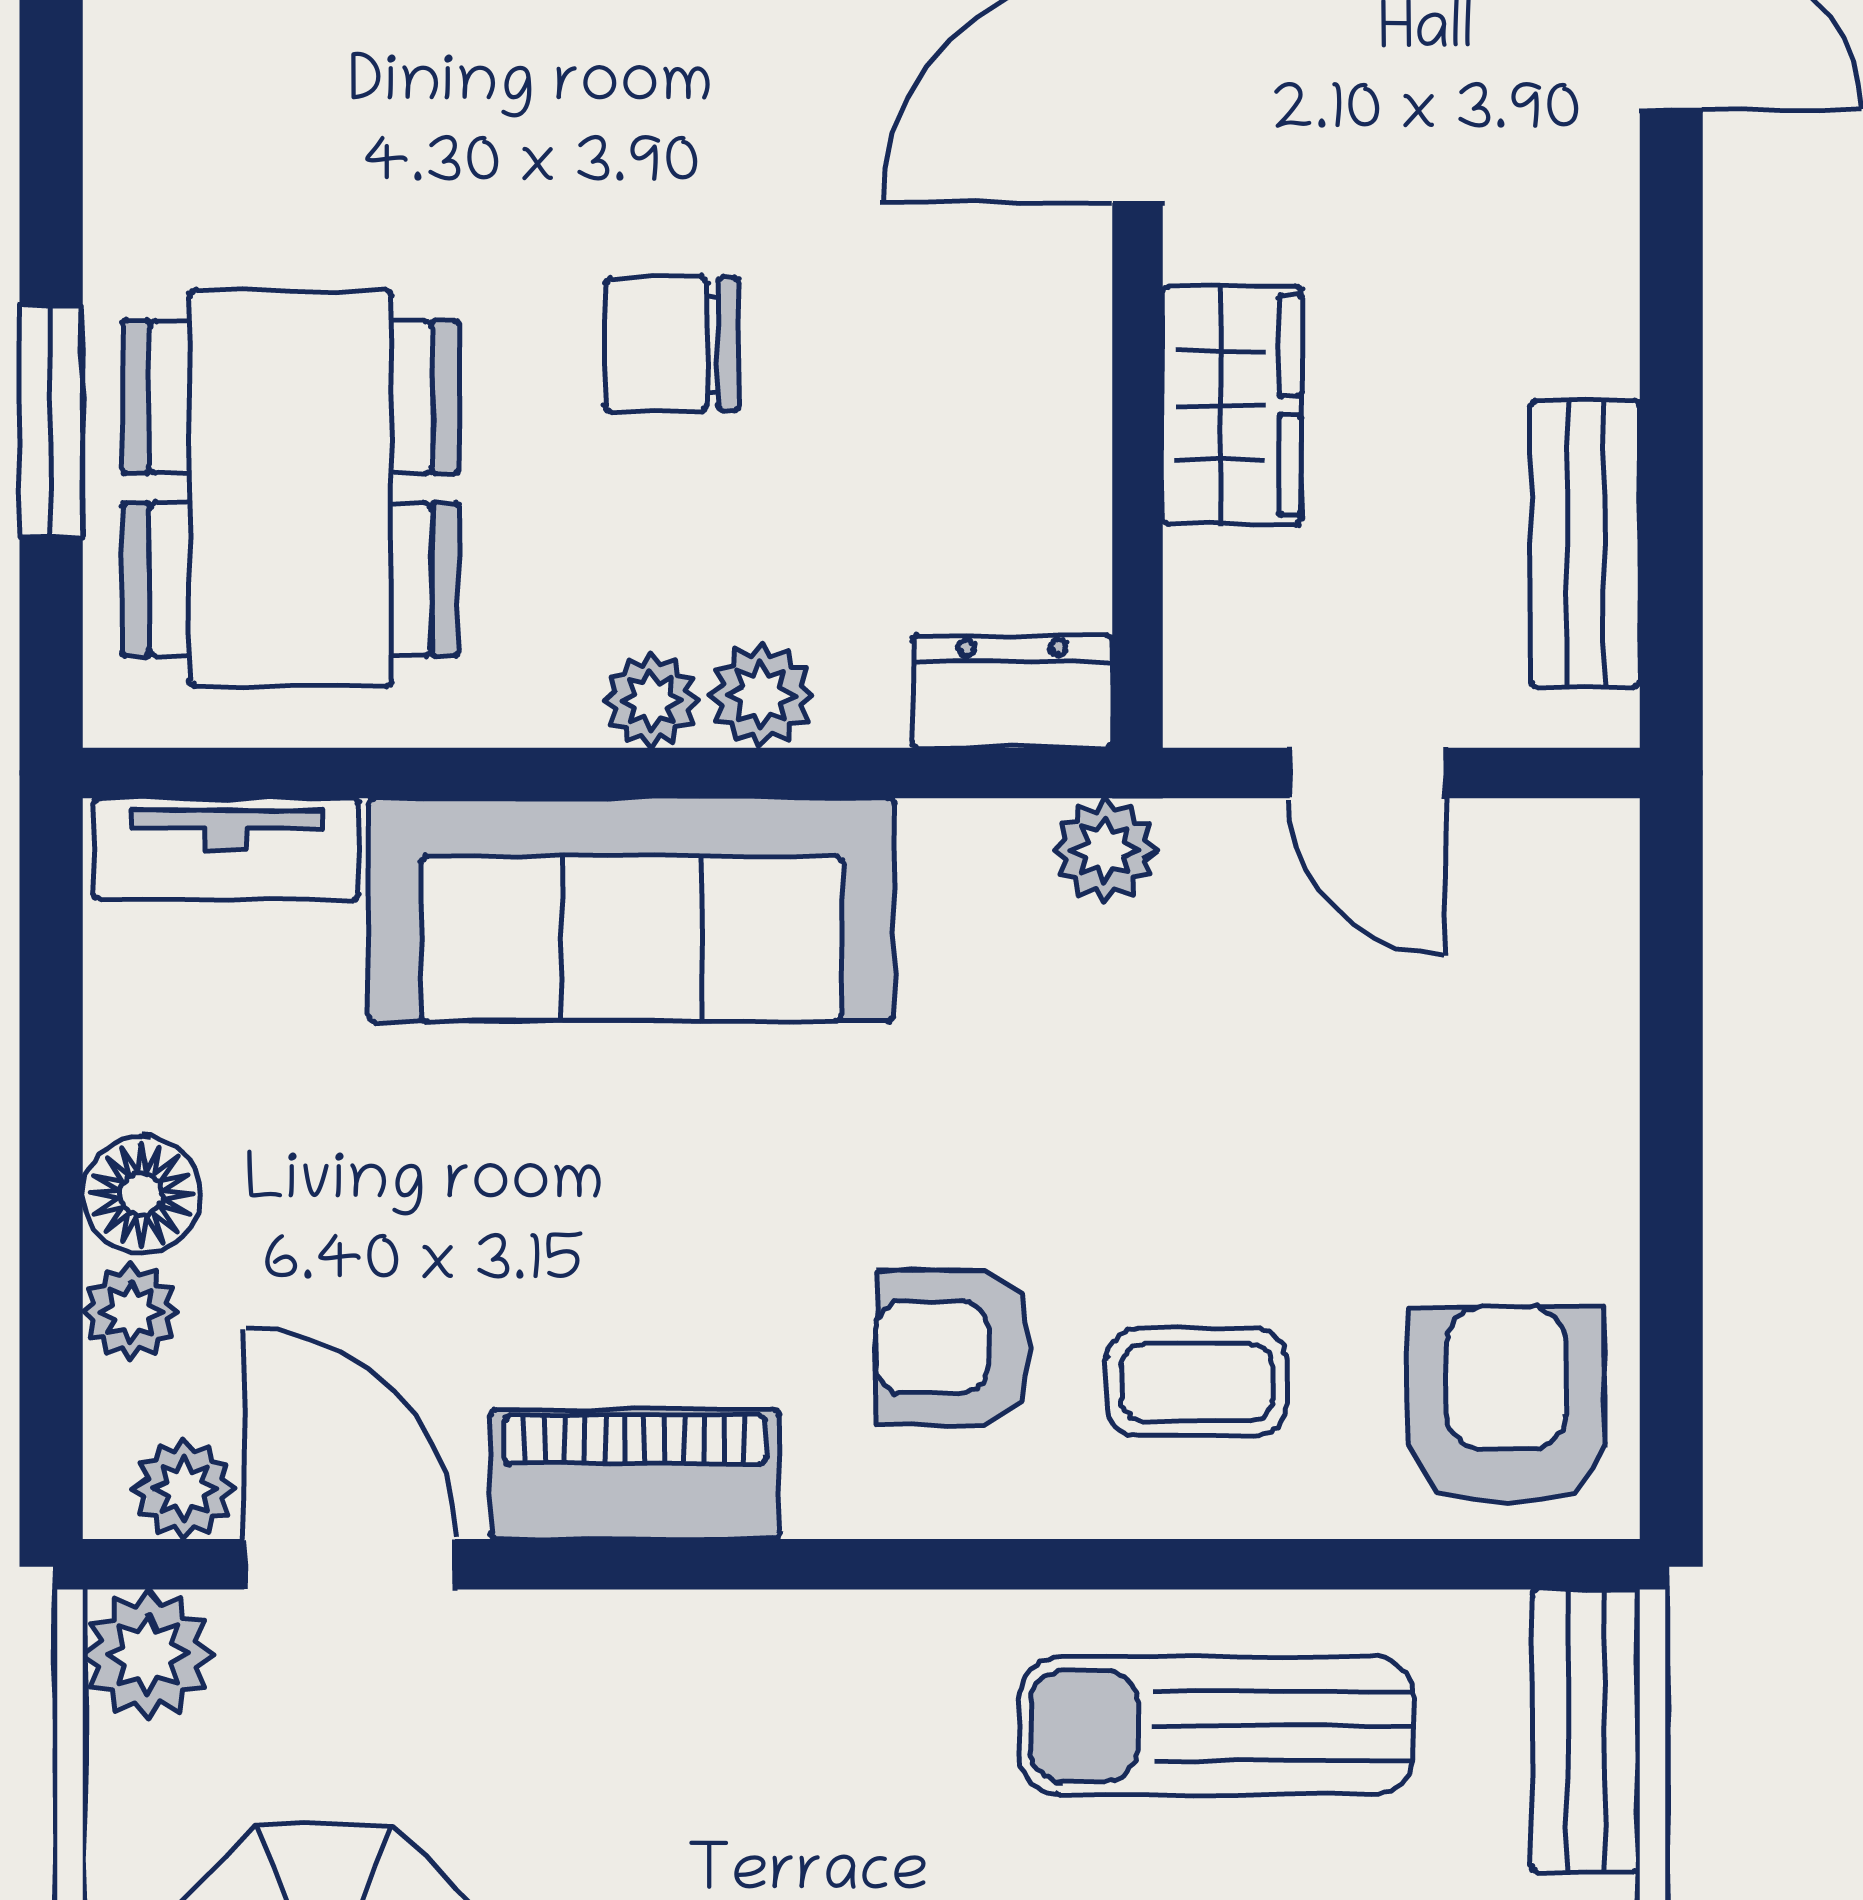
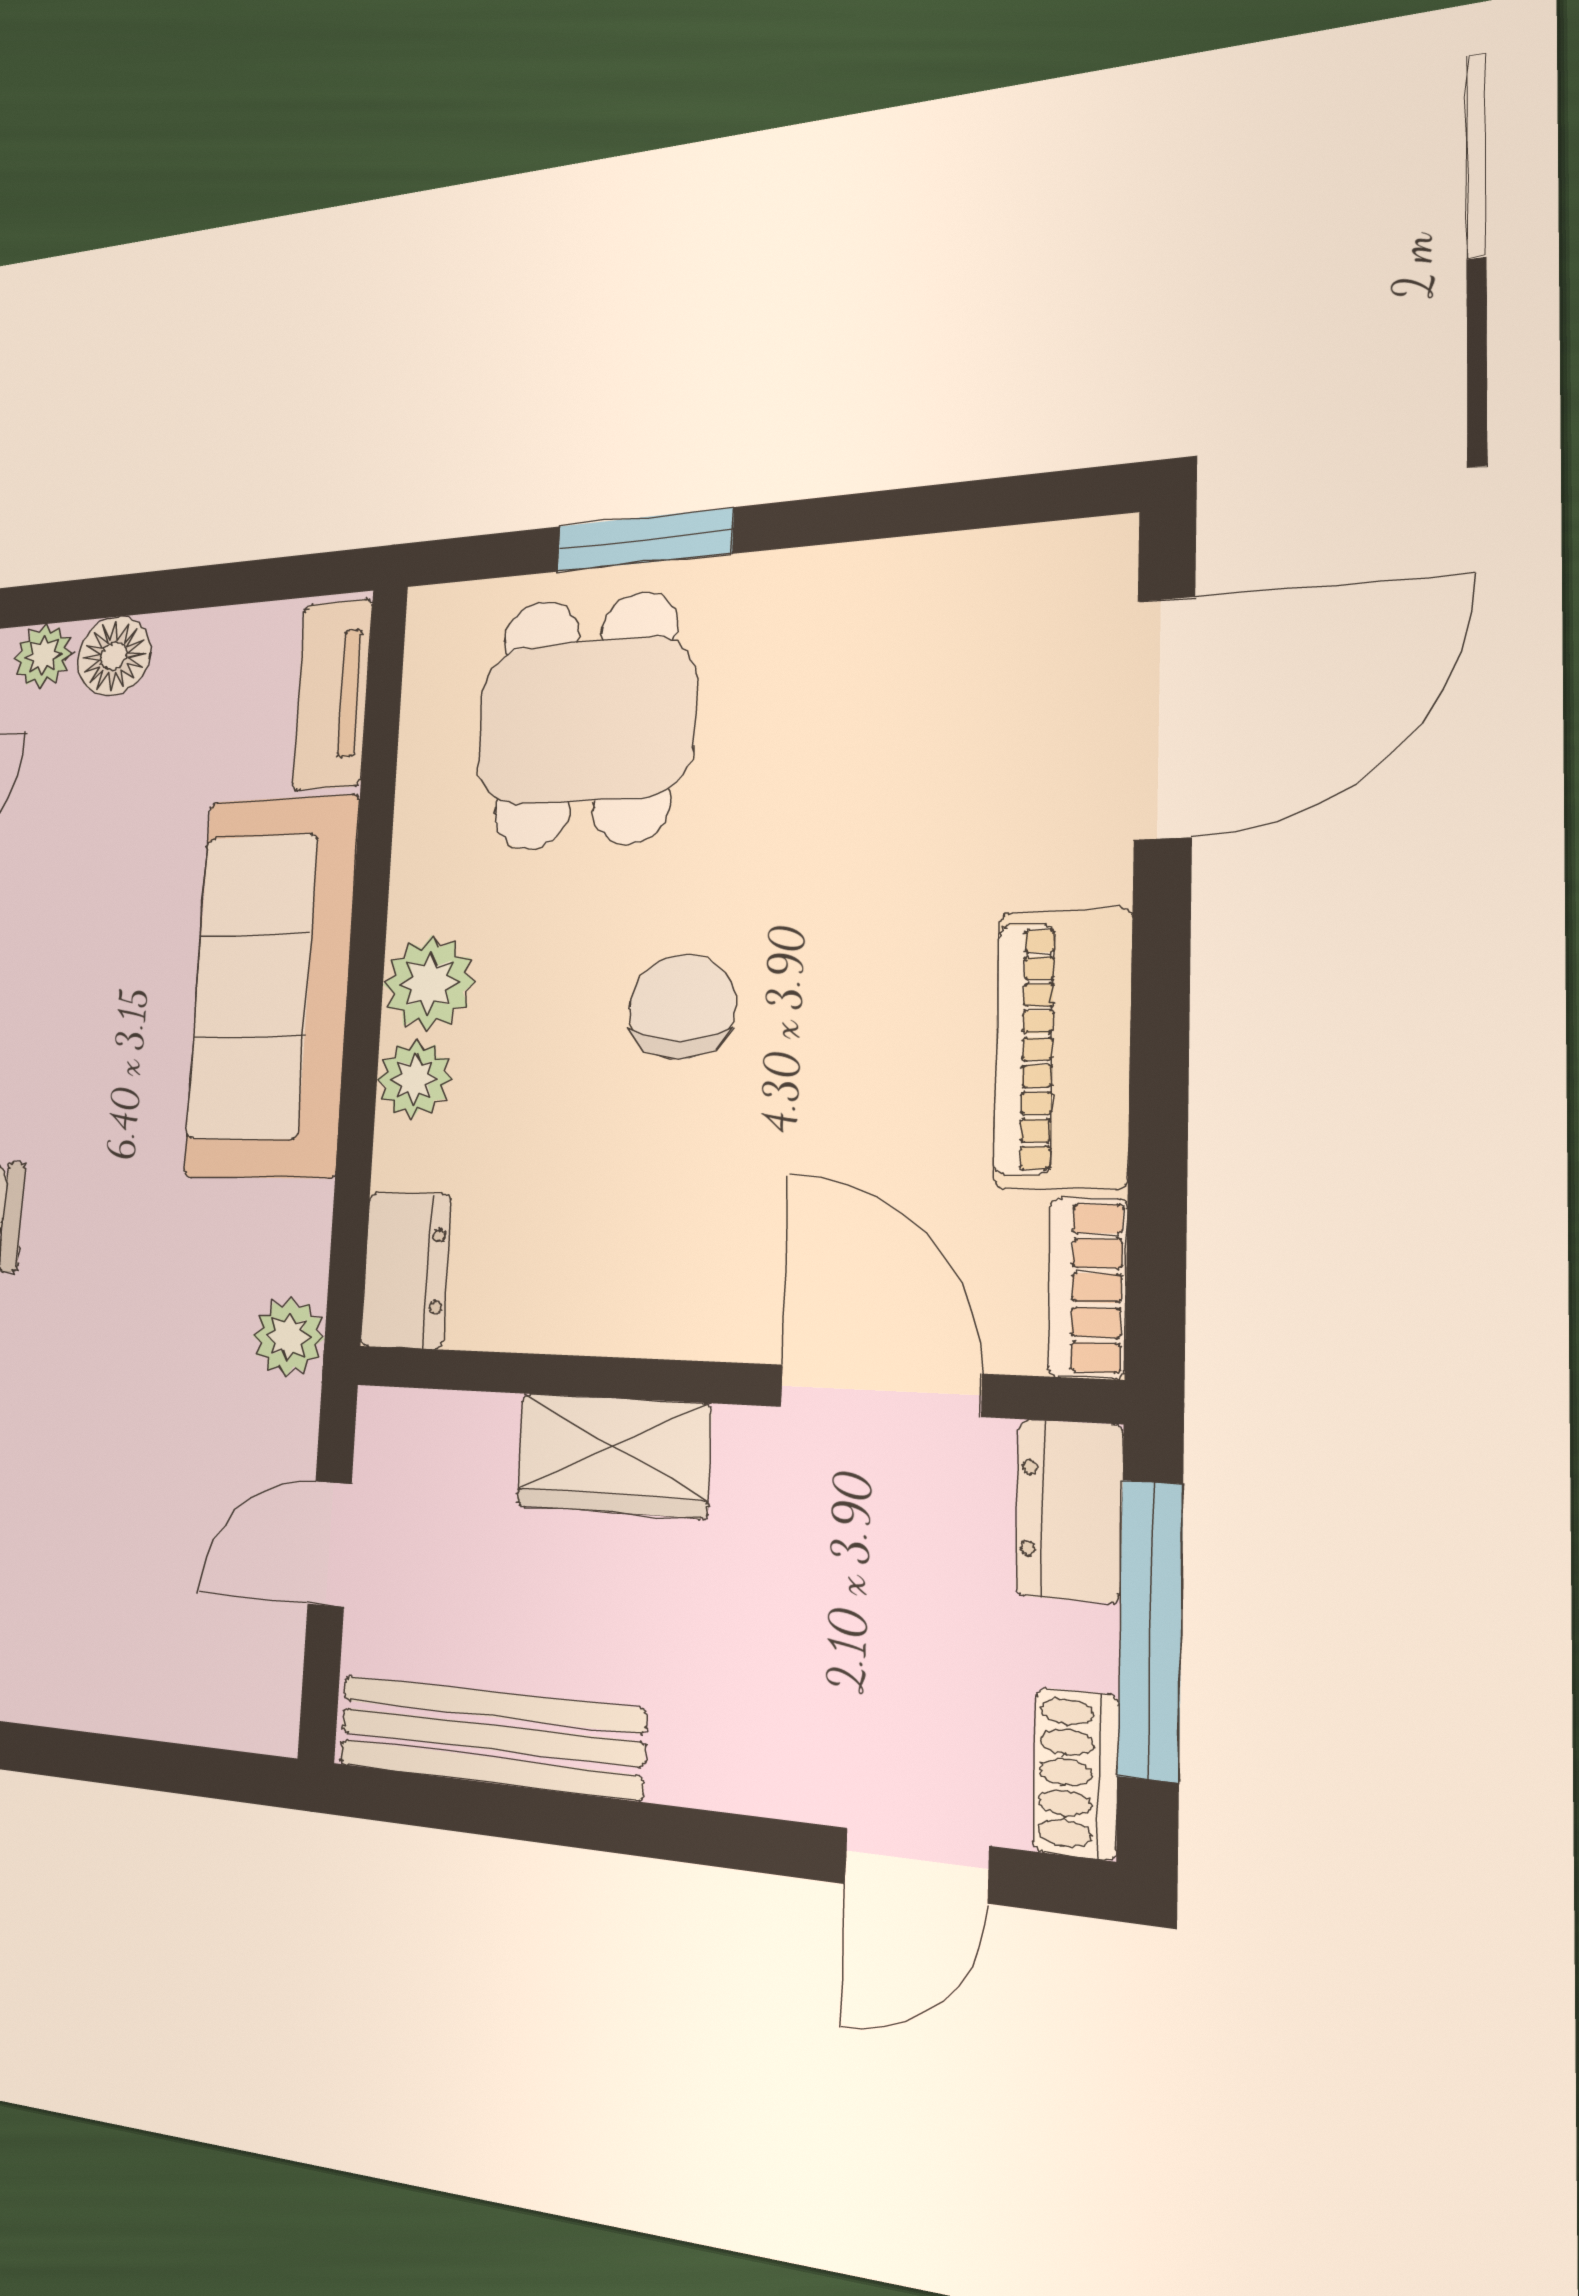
dining table: (291, 488) -> (586, 721), width x0.73
bench: (1585, 544) -> (490, 1737), width x1.36
plant: (651, 701) -> (429, 983), width x1.38, depth x1.38

